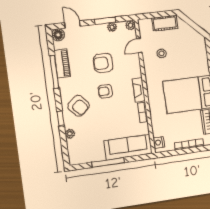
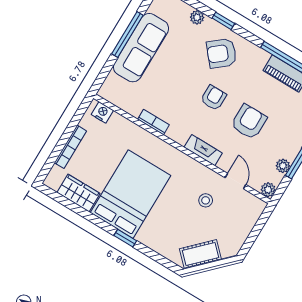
cot: (165, 23) -> (200, 254), moved, turned 45
fireplace: (139, 90) -> (203, 150), moved
sofa: (128, 147) -> (141, 48), moved

